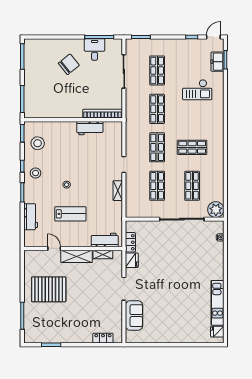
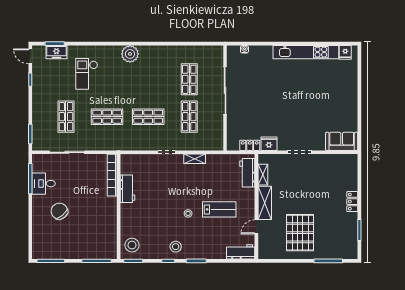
shop shelf: (157, 70) -> (66, 117), turned 90
checkout: (197, 90) -> (87, 74), turned 180
stool: (38, 143) -> (132, 245), moved
shop shelf: (192, 147) -> (148, 79), removed
shop shelf: (157, 186) -> (189, 117), turned 90
shop shelf: (192, 186) -> (189, 79), turned 90
plant: (216, 210) -> (130, 54), moved
lab bench: (70, 214) -> (219, 209), turned 90
workbench: (31, 217) -> (241, 252), moved
kitchen unit: (217, 303) -> (306, 52), width x1.36
sofa: (134, 316) -> (342, 141), moved
locker: (103, 338) -> (352, 202), moved

